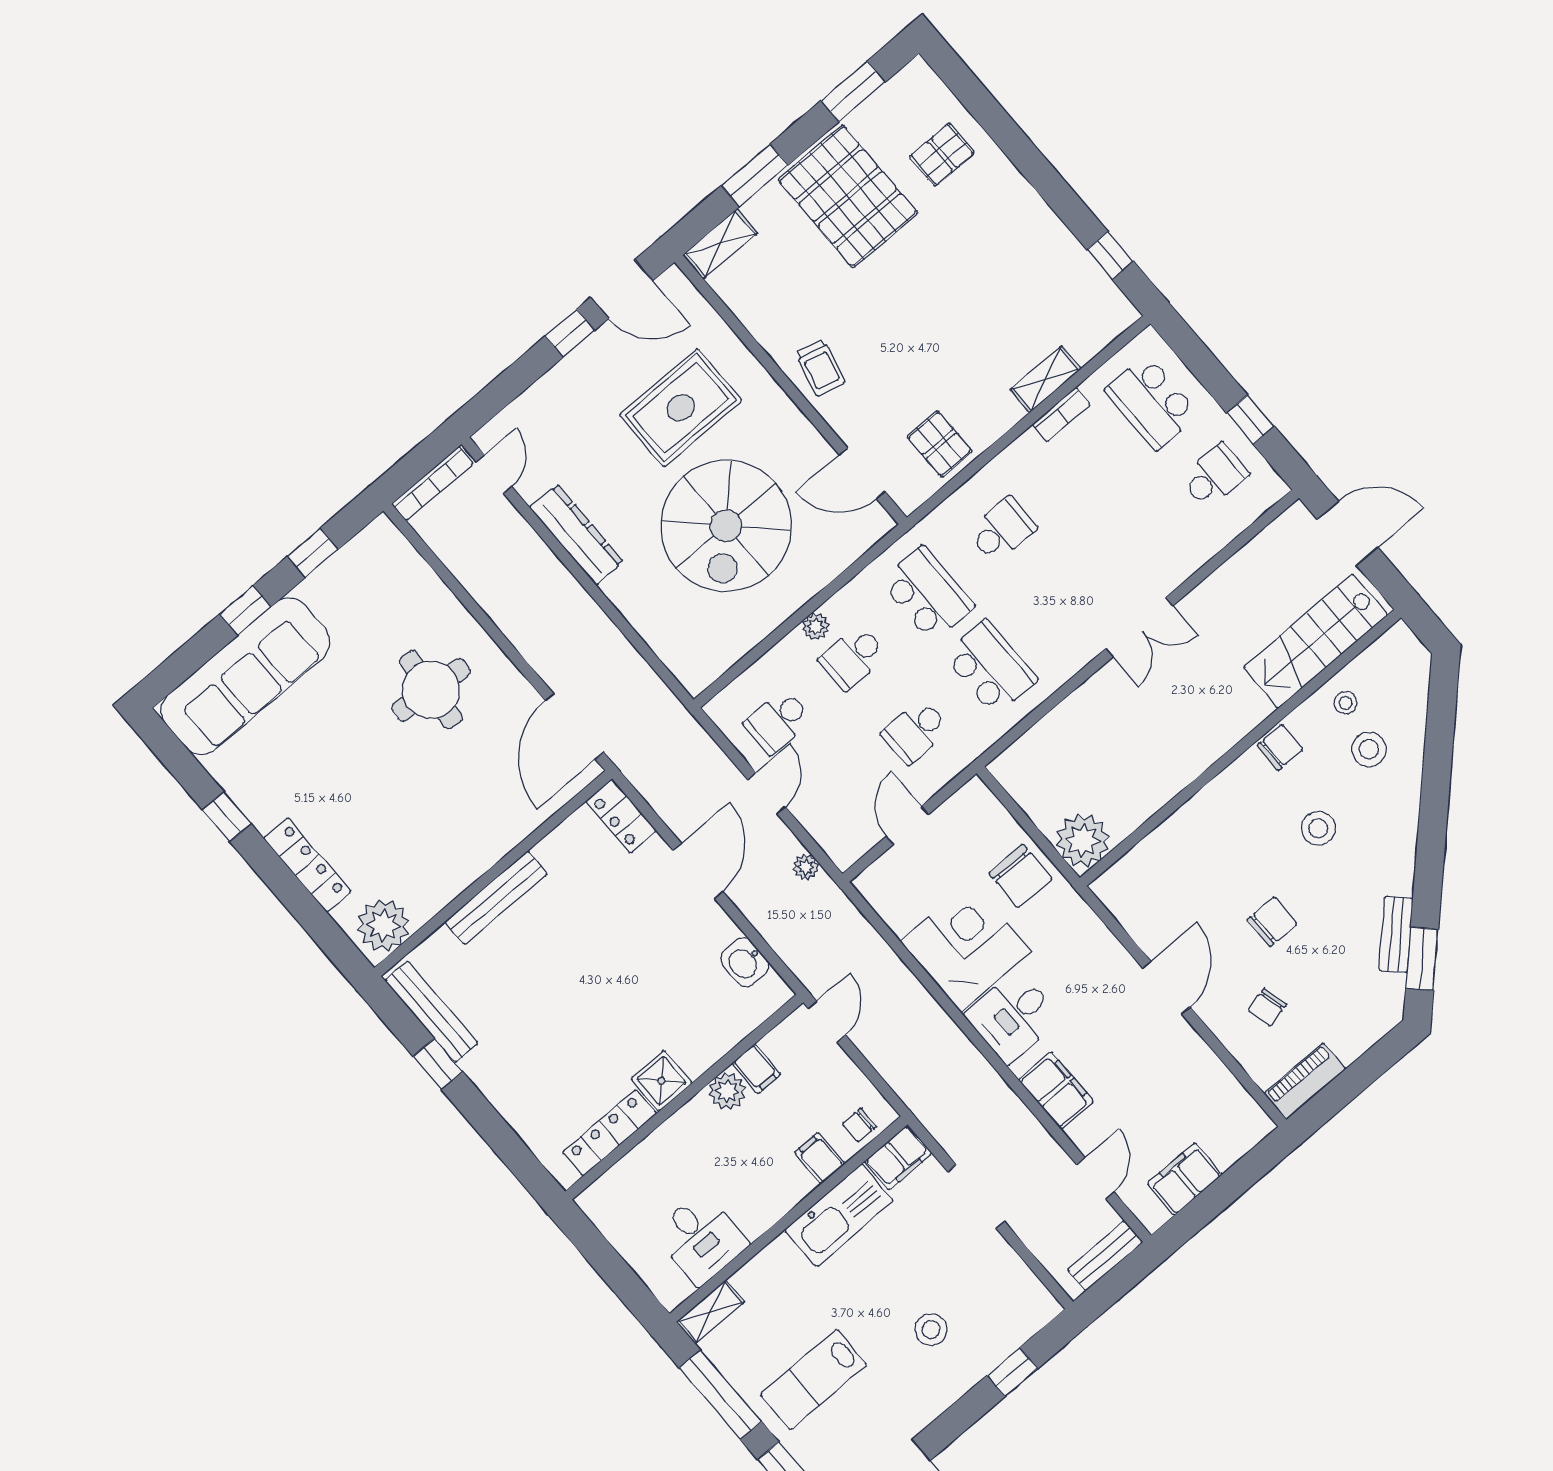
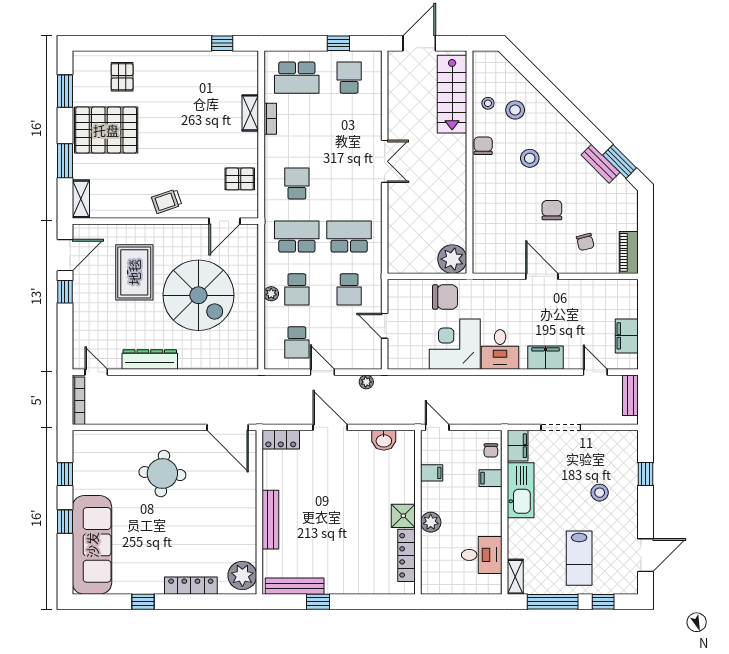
trolley: (820, 368) -> (167, 201), turned 147
plant: (727, 1091) -> (431, 522), moved

